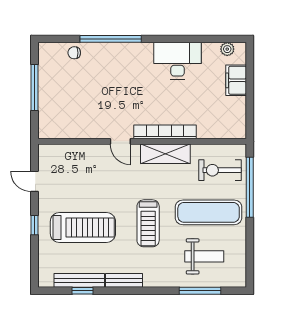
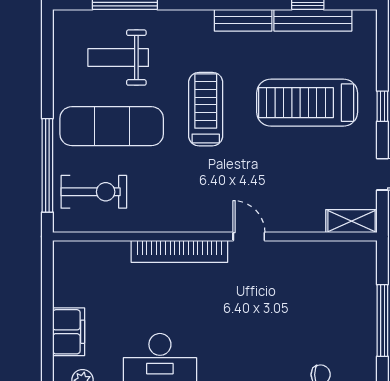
shelving: (165, 154) -> (352, 221), moved, width x0.67, depth x0.75

